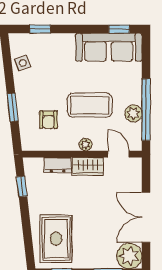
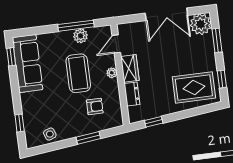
window: (146, 110) -> (76, 26), width x0.68

